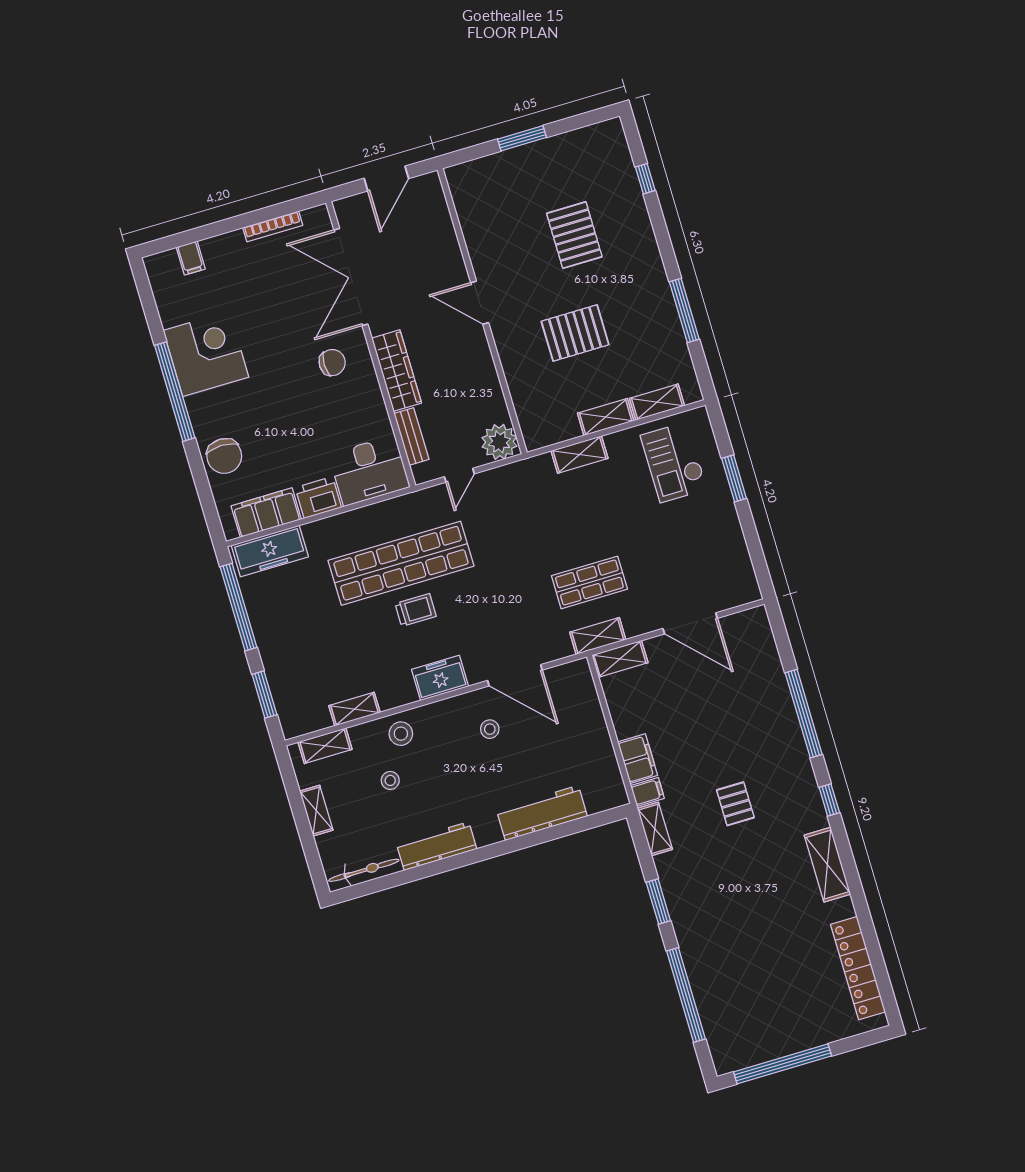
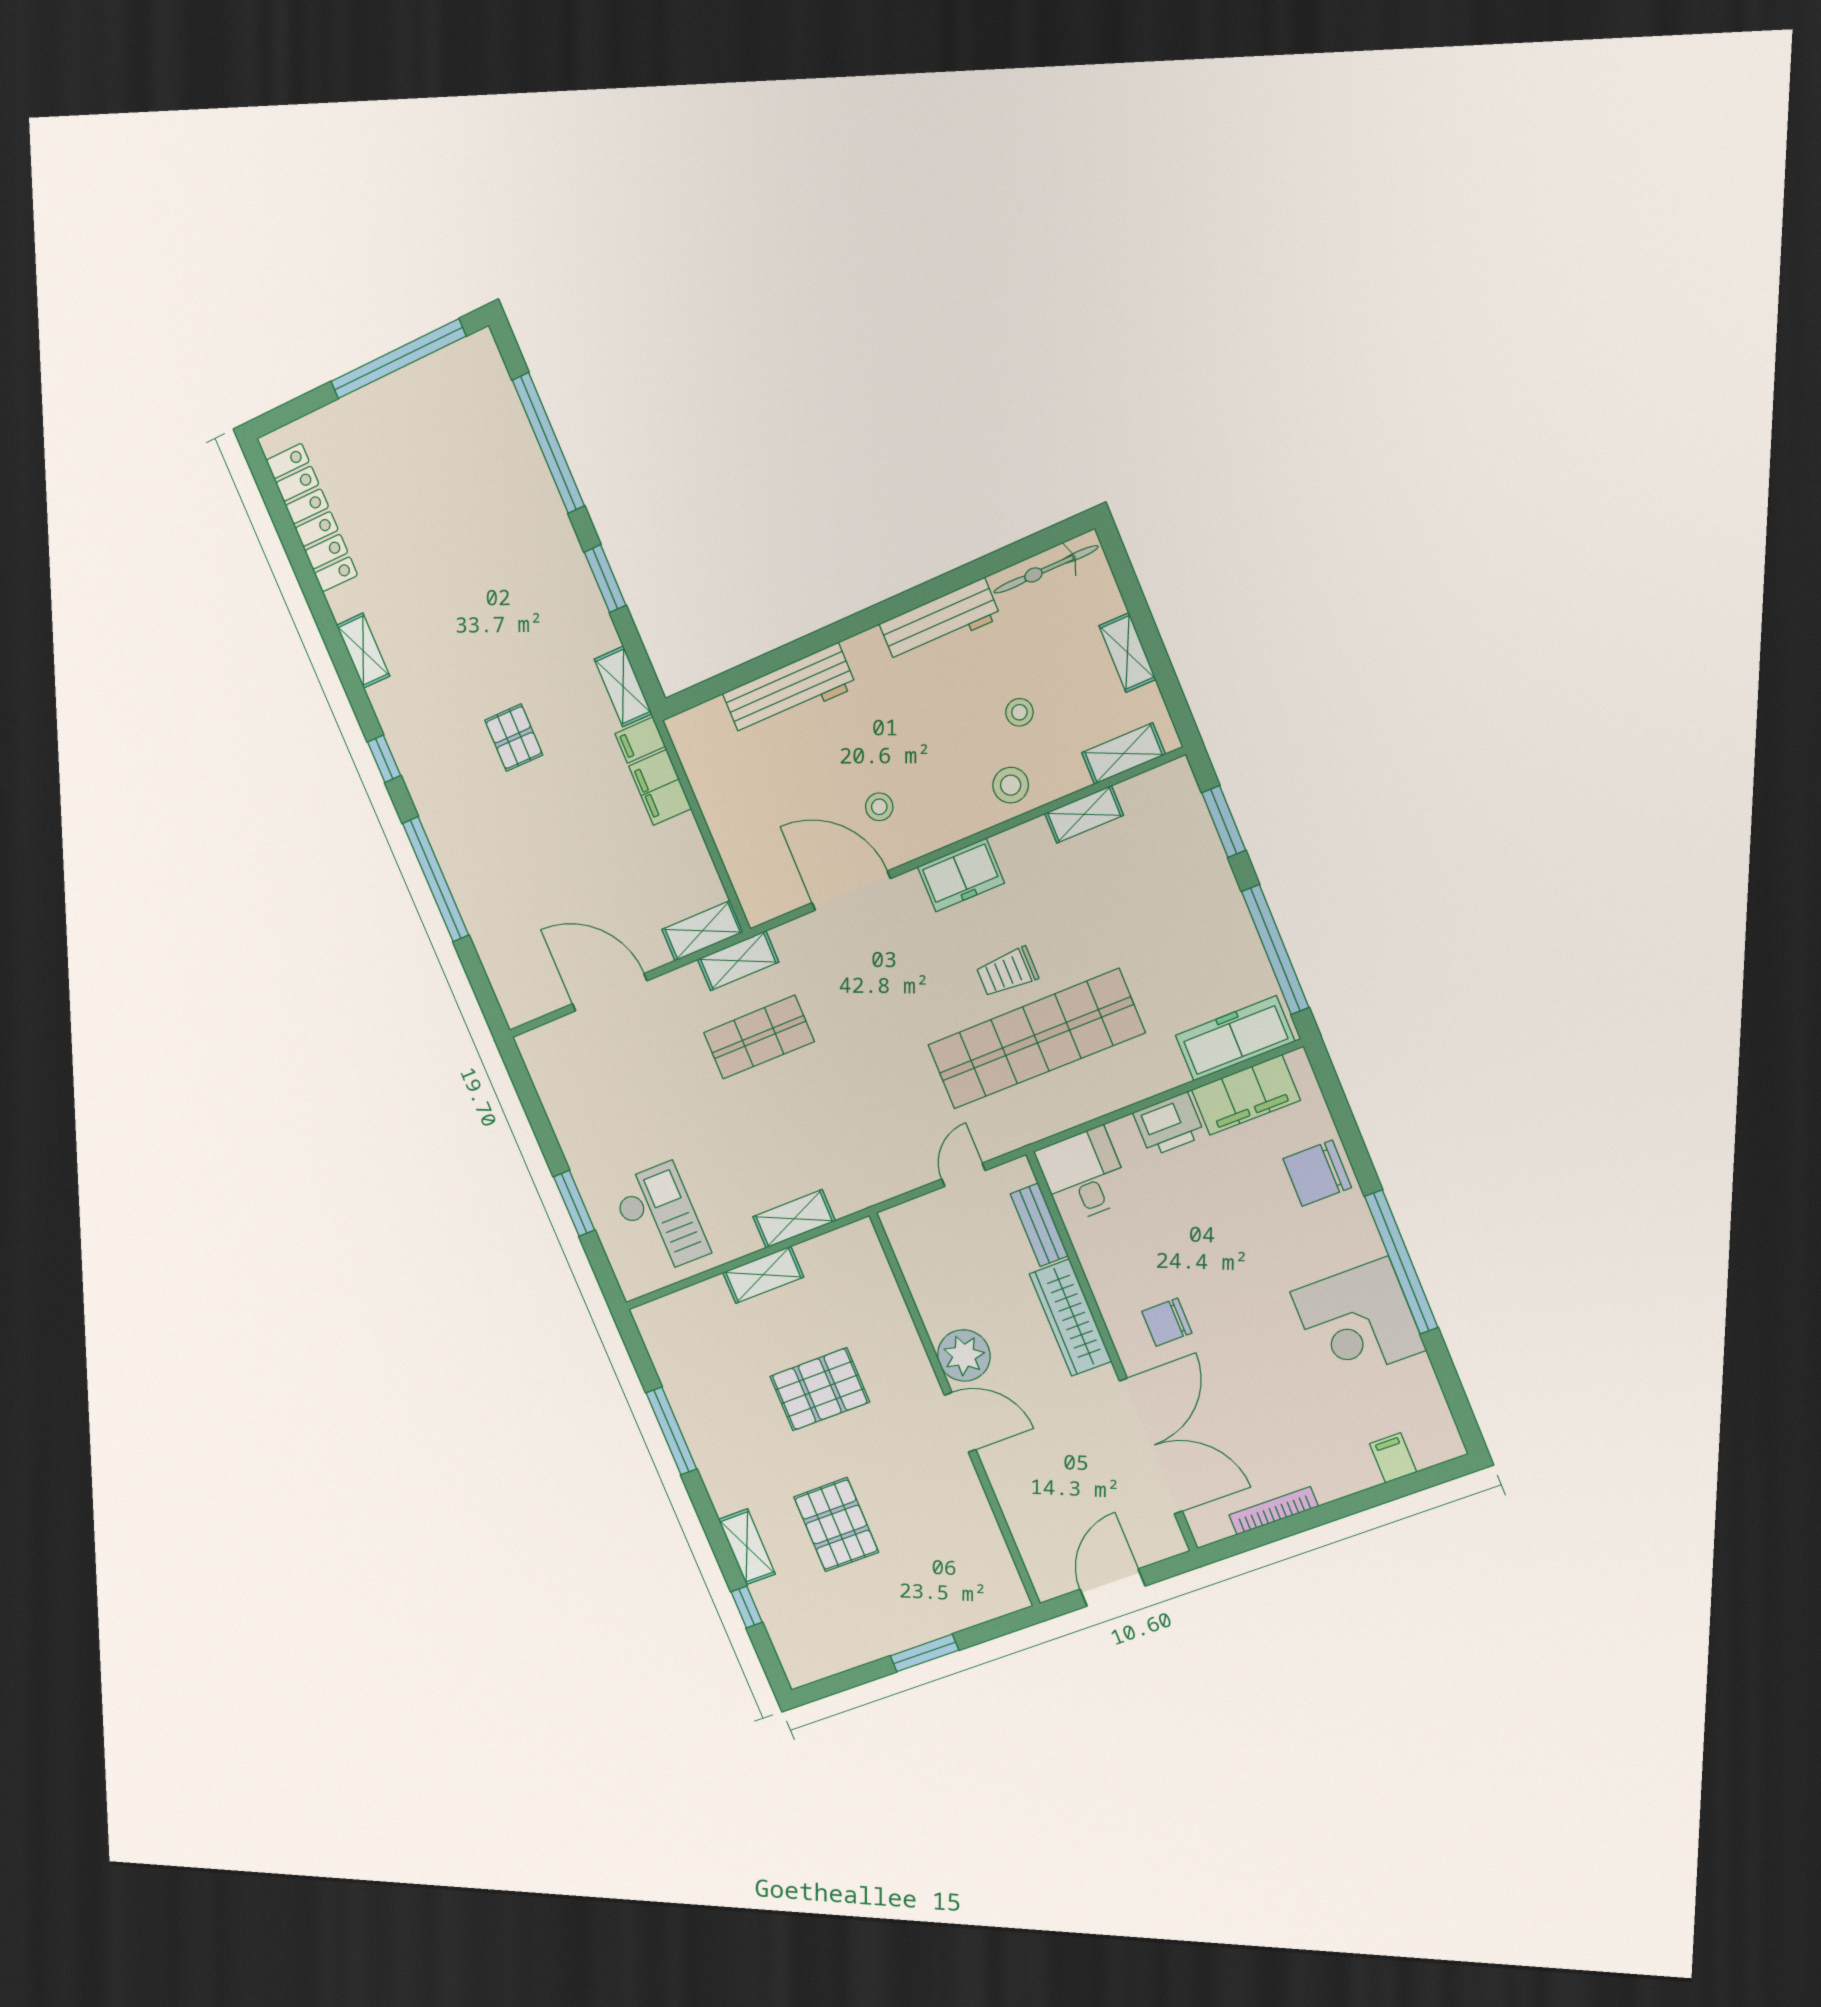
shelving: (657, 402) -> (747, 1547), moved, turned 90
plant: (499, 442) -> (964, 1355), moved
chair: (224, 456) -> (1317, 1173), turned -90
desk: (369, 471) -> (1083, 1175), width x0.73
shelving: (827, 865) -> (363, 651), width x0.67, depth x0.75

